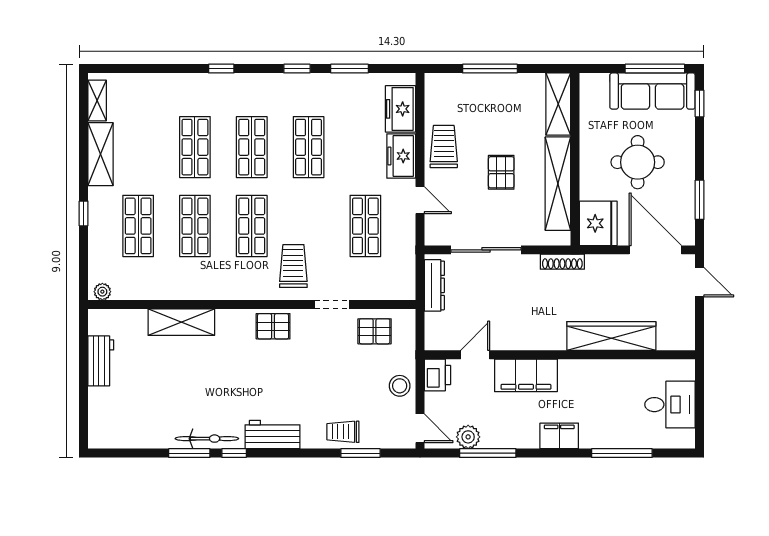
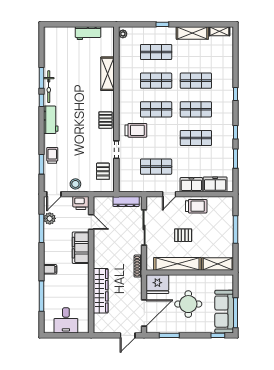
filing cabinet: (559, 436) -> (50, 269), width x0.50

